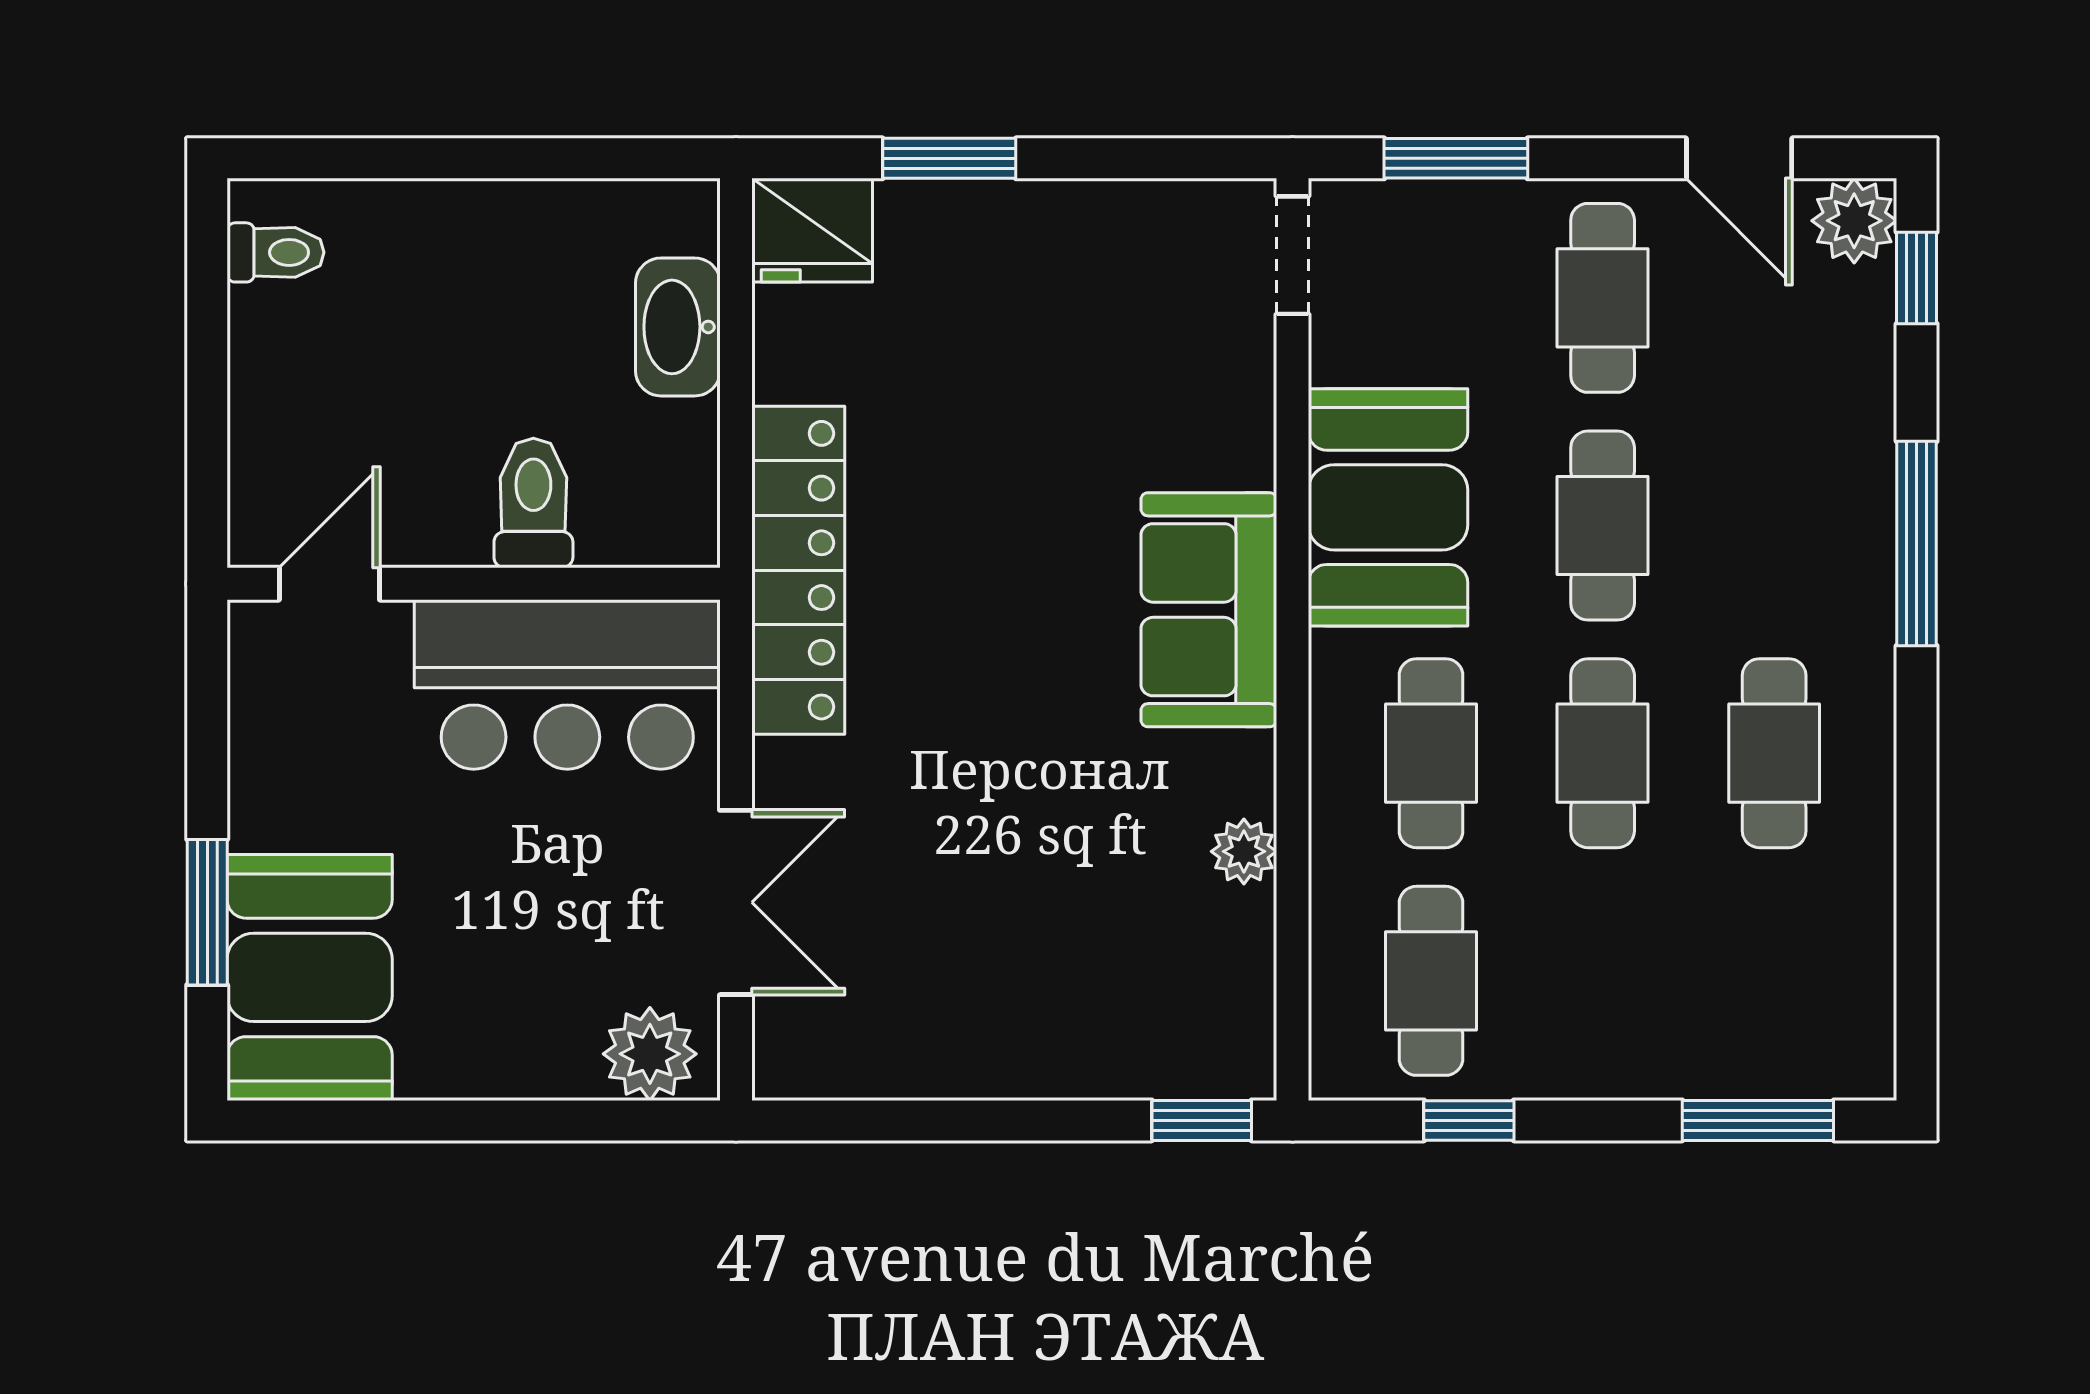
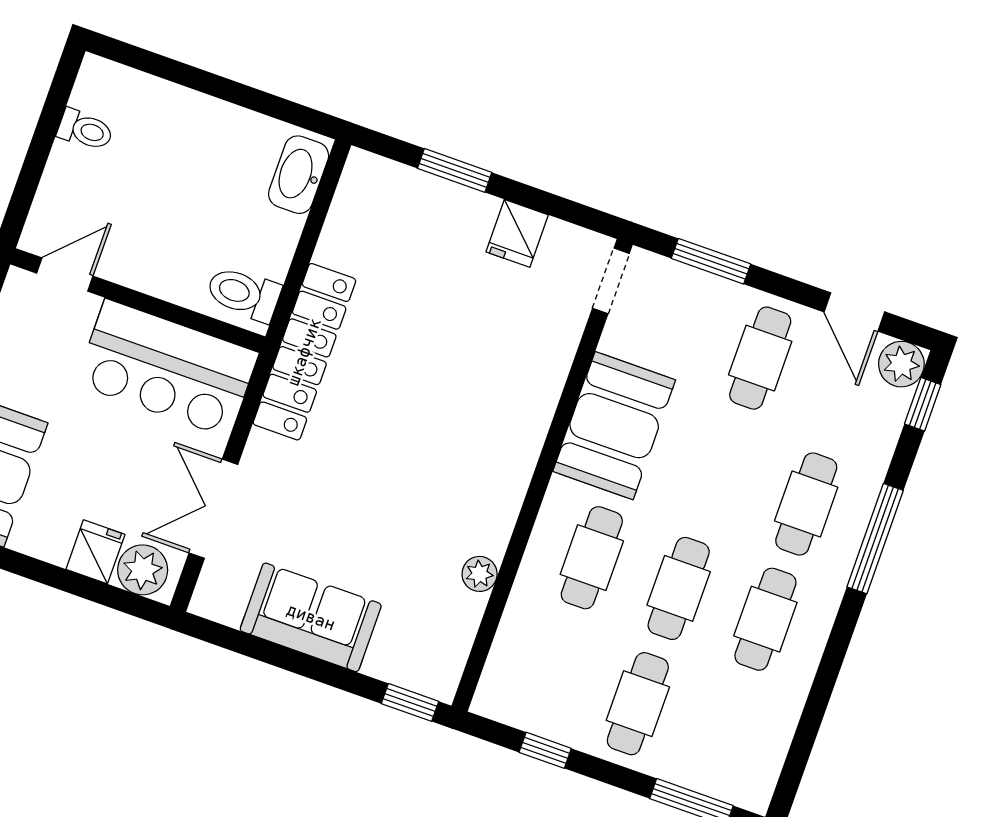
fridge: (812, 230) -> (517, 233), moved, width x0.72
toilet: (276, 252) -> (85, 130), moved
washbasin: (678, 327) -> (299, 175), moved
toilet: (533, 503) -> (244, 294), moved, turned -90
cafe table: (1603, 526) -> (806, 504), moved
sofa: (1209, 610) -> (311, 617), moved, turned 90
double door: (736, 902) -> (213, 509), swing flipped
cafe table: (1431, 981) -> (638, 704), moved
fridge: (556, 1052) -> (95, 552), added

